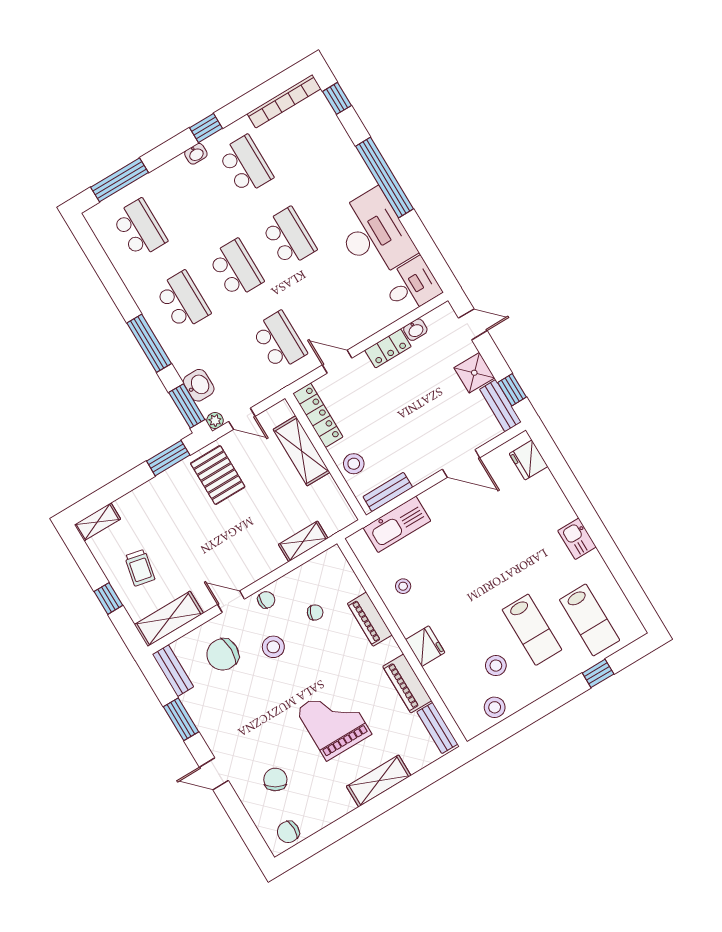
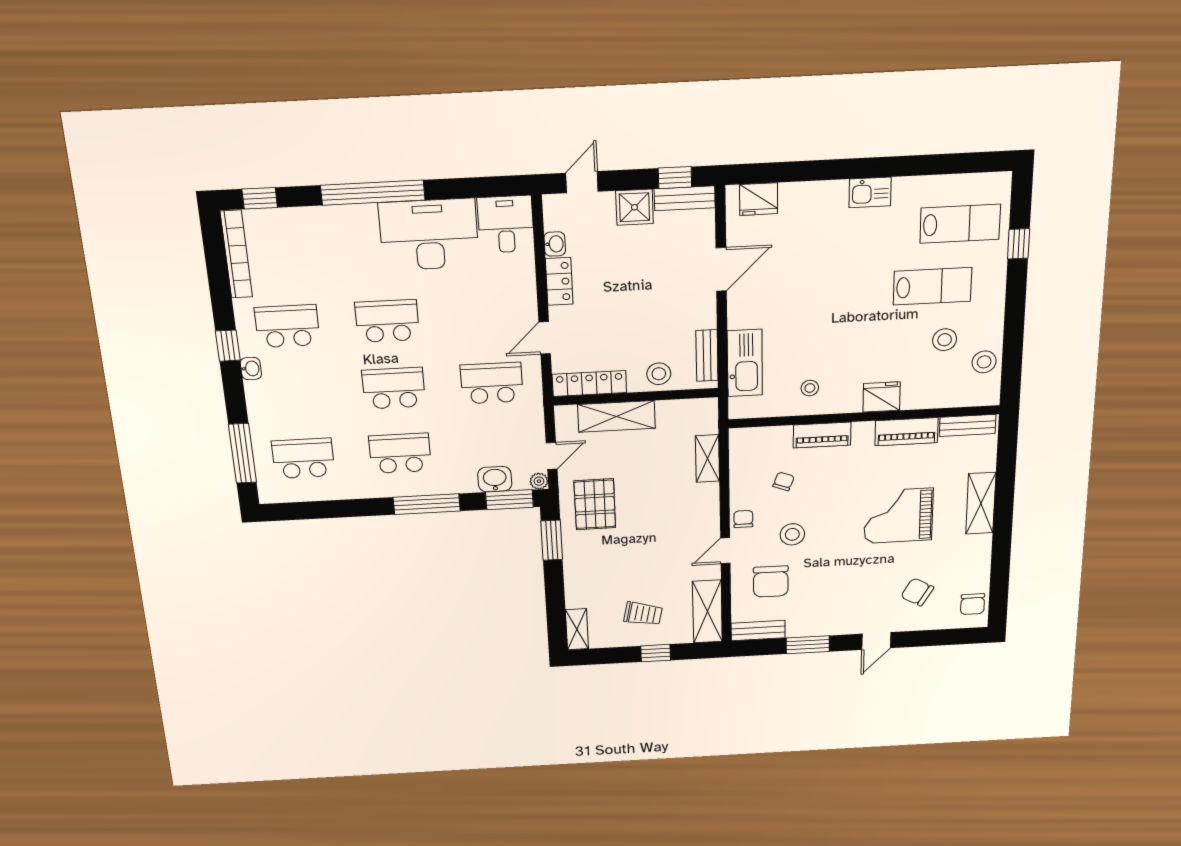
pallet: (218, 475) -> (595, 504), turned 90

